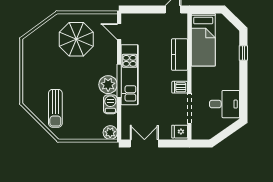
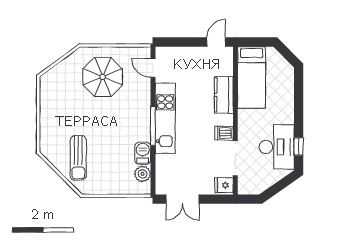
window: (243, 53) -> (299, 146), moved
plant: (108, 85) -> (140, 130), removed
desk: (225, 104) -> (277, 147), width x1.37
plant: (110, 133) -> (143, 174), moved
double door: (144, 143) -> (182, 199), swing flipped

